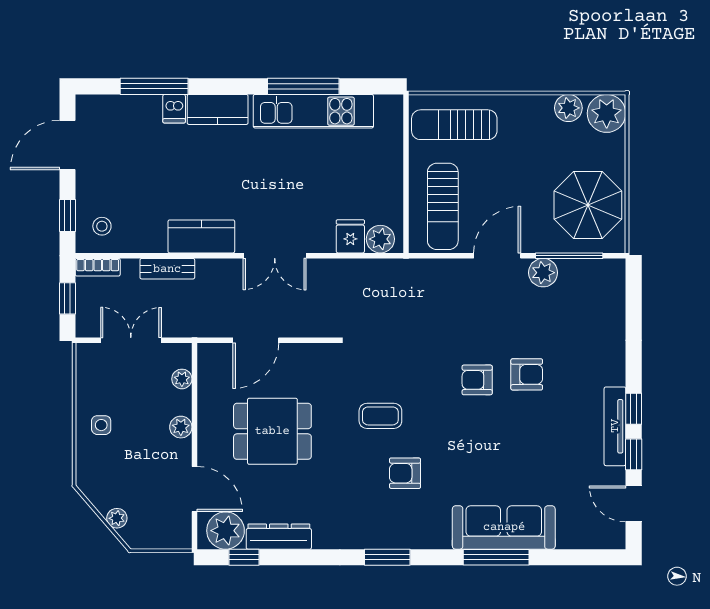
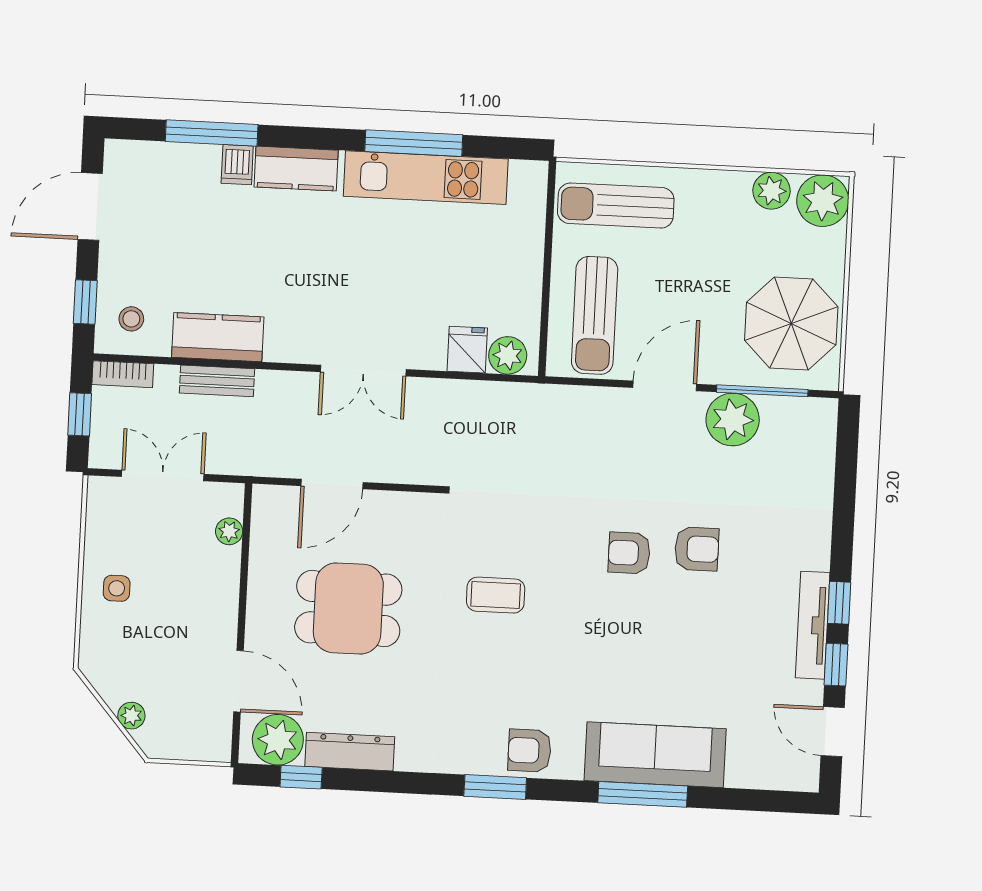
kitchen counter: (201, 236) -> (218, 337), moved
plant: (543, 273) -> (733, 419), width x1.36, depth x1.36
plant: (181, 427) -> (224, 596), removed
armchair: (405, 473) -> (529, 750), moved

